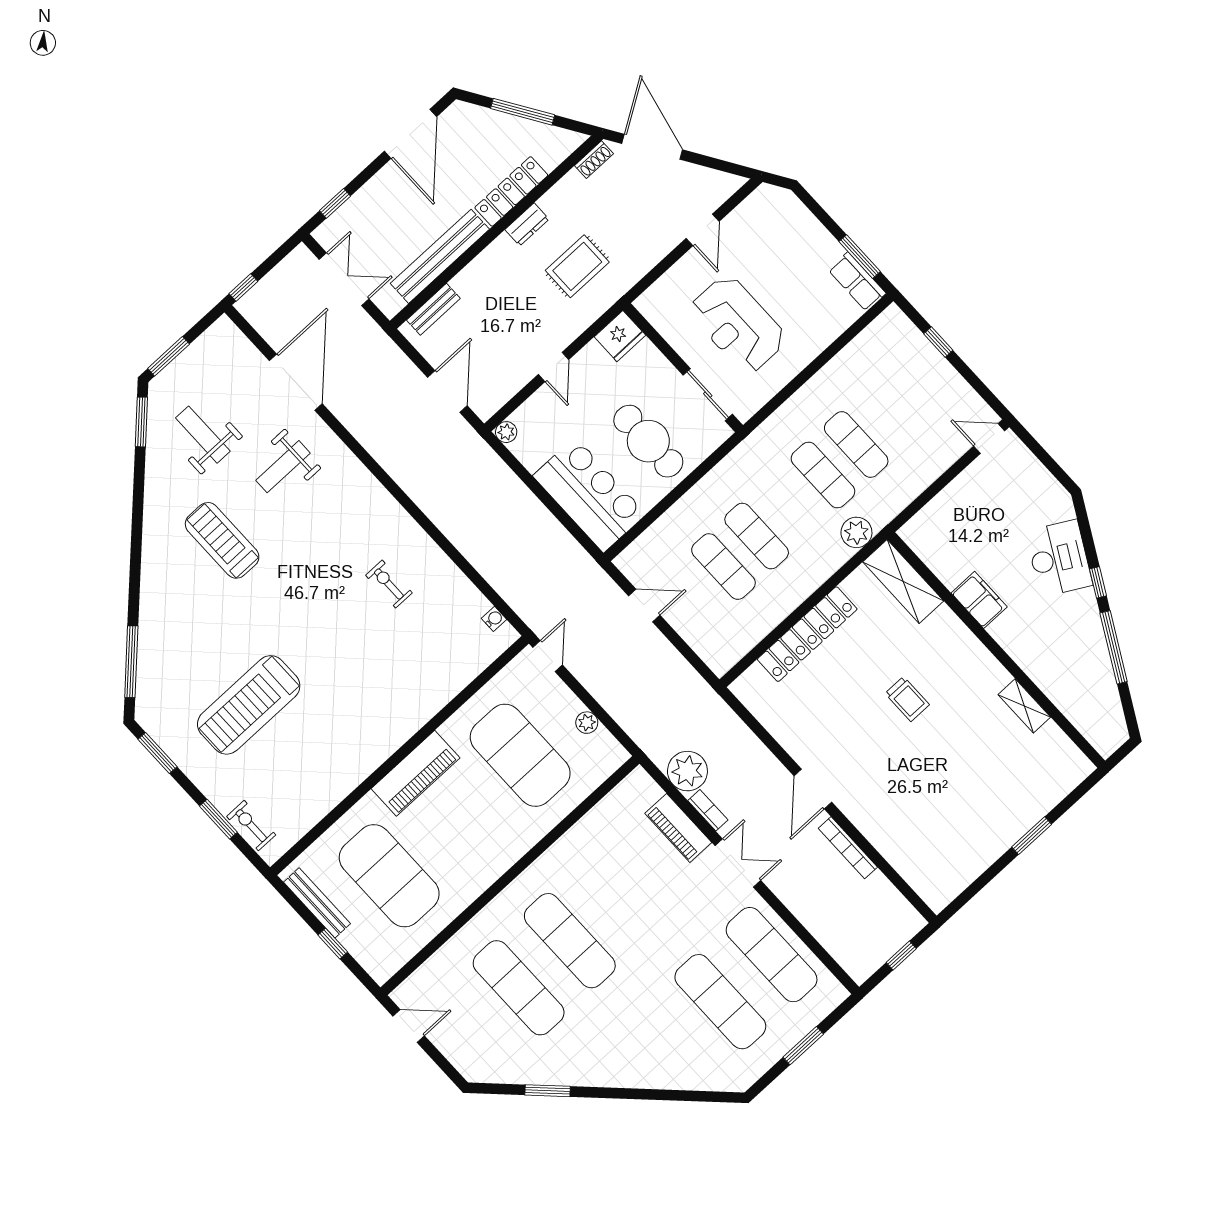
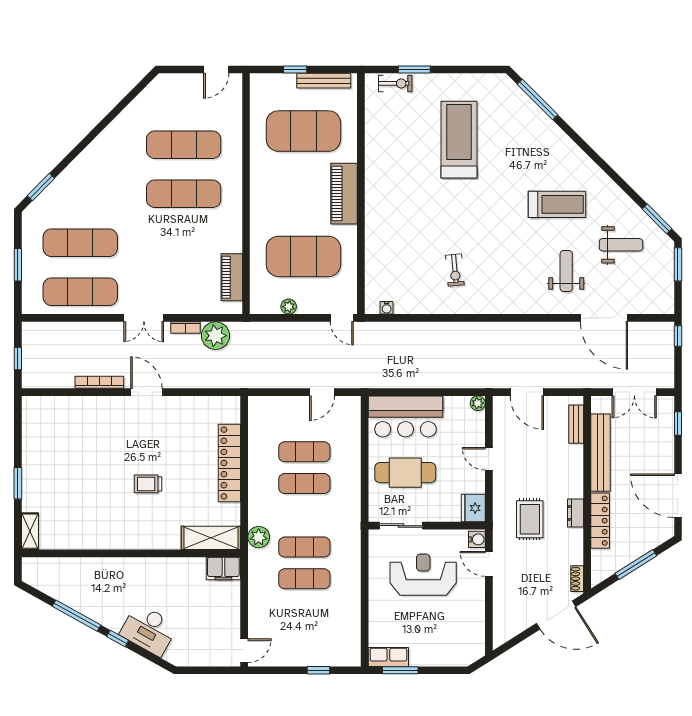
door: (703, 230) -> (489, 564), moved
water cooler: (649, 302) -> (477, 539), added
exercise bike: (389, 584) -> (455, 270), turned 85
filing cabinet: (979, 600) -> (223, 568), moved
shelving: (1024, 706) -> (30, 531), moved, turned 90
window: (158, 753) -> (478, 69), removed
piano: (678, 828) -> (232, 277), moved, turned -90
window: (548, 1091) -> (41, 187), moved

